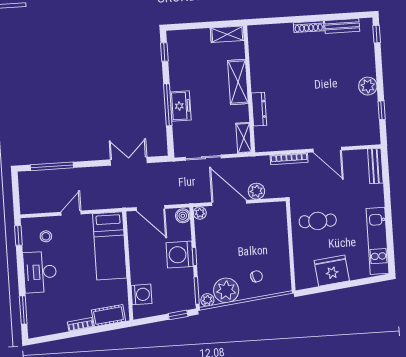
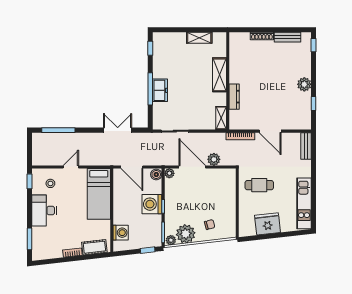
shelving: (238, 82) -> (219, 75), moved
wall: (249, 89) -> (228, 81), moved
dresser: (259, 109) -> (234, 97), moved
shelving: (244, 138) -> (221, 118), moved

